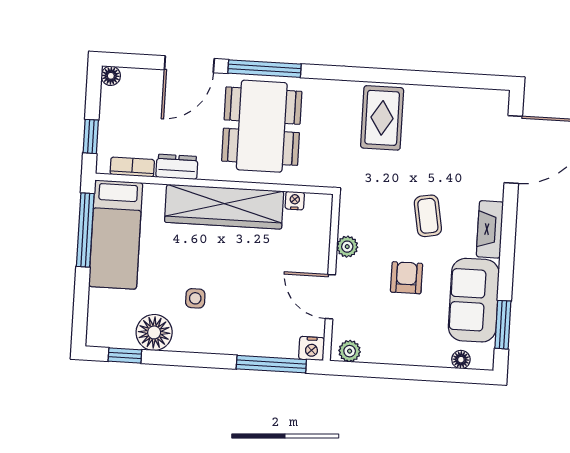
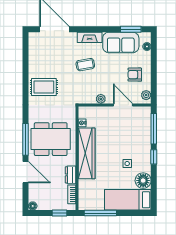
bed: (116, 235) -> (128, 200), moved, turned 180
armchair: (407, 278) -> (135, 75), moved
door: (330, 297) -> (123, 105), swing flipped
nightstand: (312, 348) -> (146, 112), removed
window: (125, 355) -> (154, 157), moved

